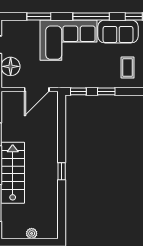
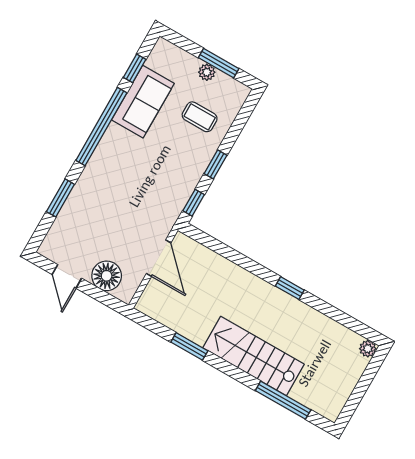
window: (91, 16) -> (101, 127), width x1.46
corner sofa: (68, 40) -> (116, 176), removed
plant: (32, 233) -> (368, 349), moved

